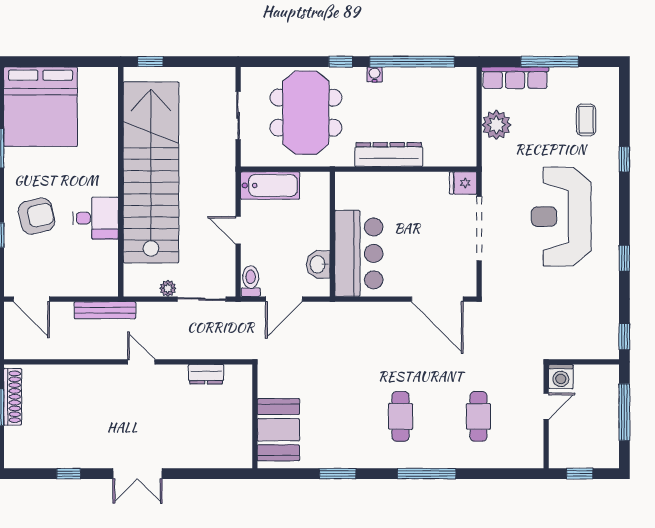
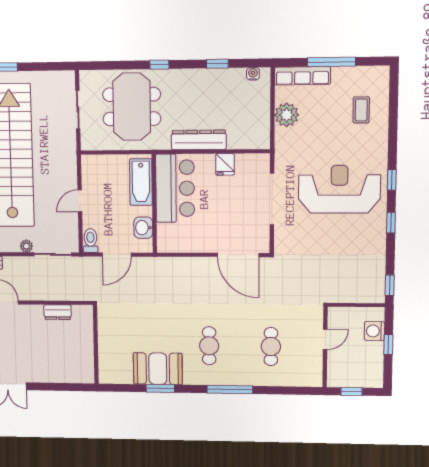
window: (412, 62) -> (217, 64), width x0.32
water cooler: (375, 74) -> (253, 74), moved
window: (624, 159) -> (392, 180), moved
fridge: (463, 183) -> (225, 164), moved, turned -90
bathtub: (270, 185) -> (141, 182), moved, turned 90
reception desk: (561, 217) -> (339, 189), turned 90
door: (238, 230) -> (80, 201), hinge flipped
bar counter: (359, 253) -> (175, 188), moved
washing machine: (561, 377) -> (374, 331), moved, turned 90
window: (624, 412) -> (388, 345), width x0.46
booth: (278, 430) -> (158, 369), moved, turned 90

